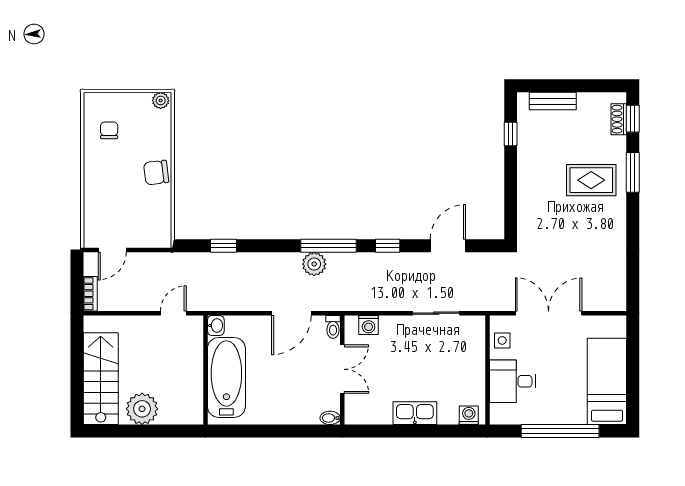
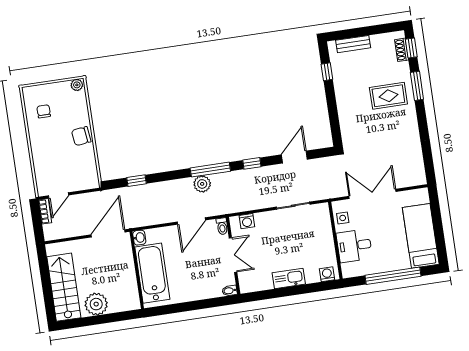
bookcase: (90, 294) -> (45, 211), moved
door: (173, 313) -> (108, 233), width x1.87

